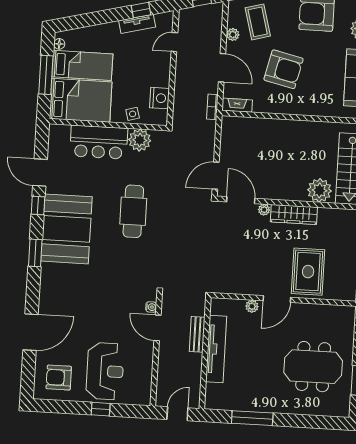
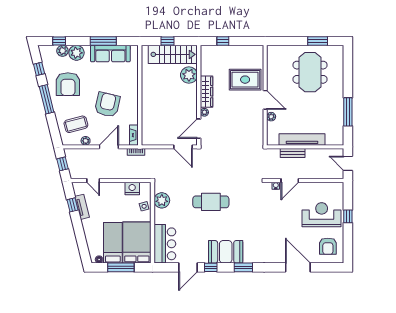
bar counter: (99, 142) -> (165, 244), moved
booth: (66, 229) -> (226, 252), width x0.73, depth x0.70

